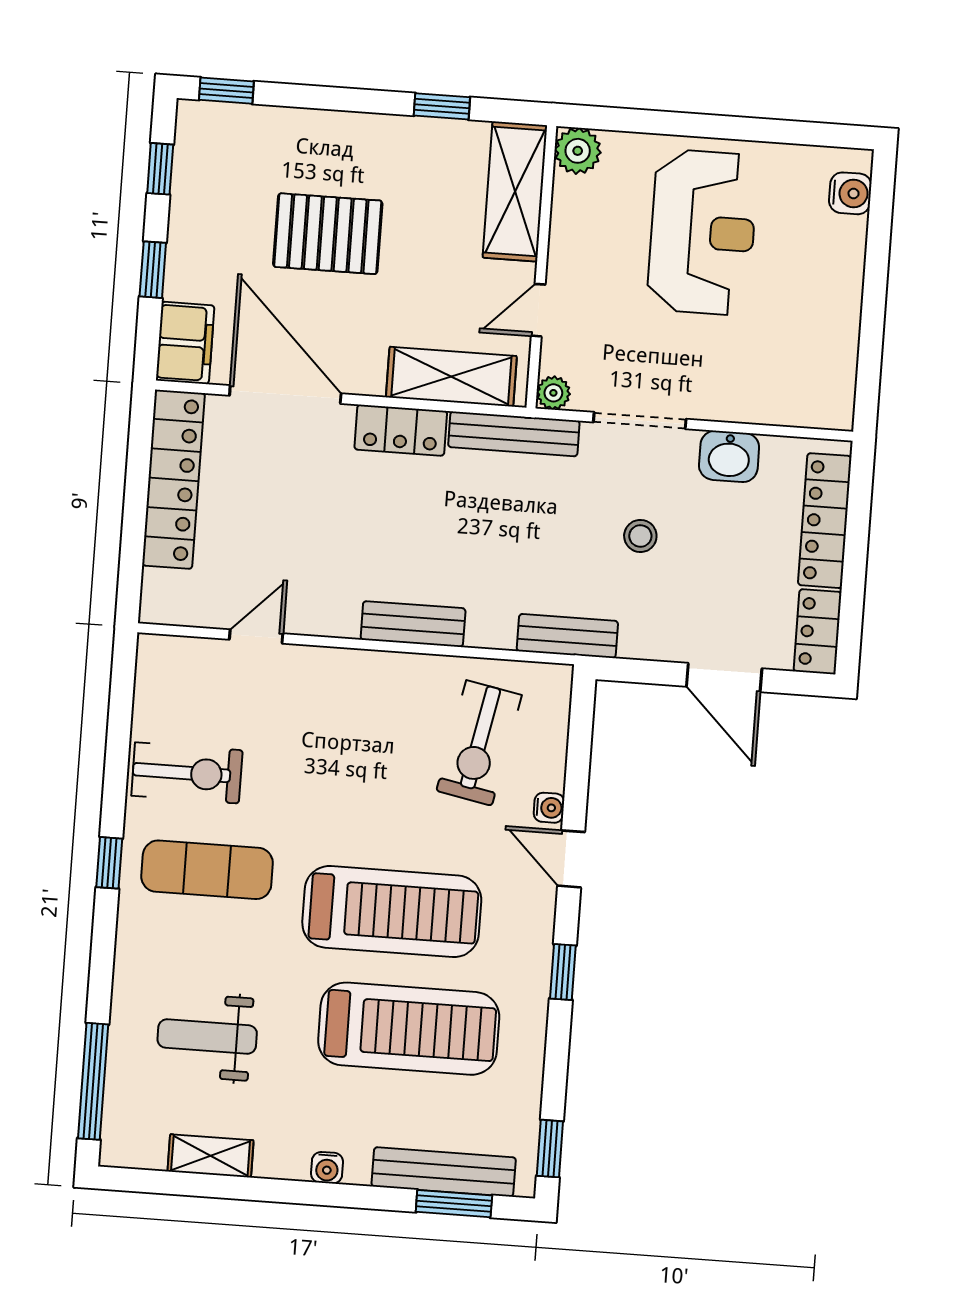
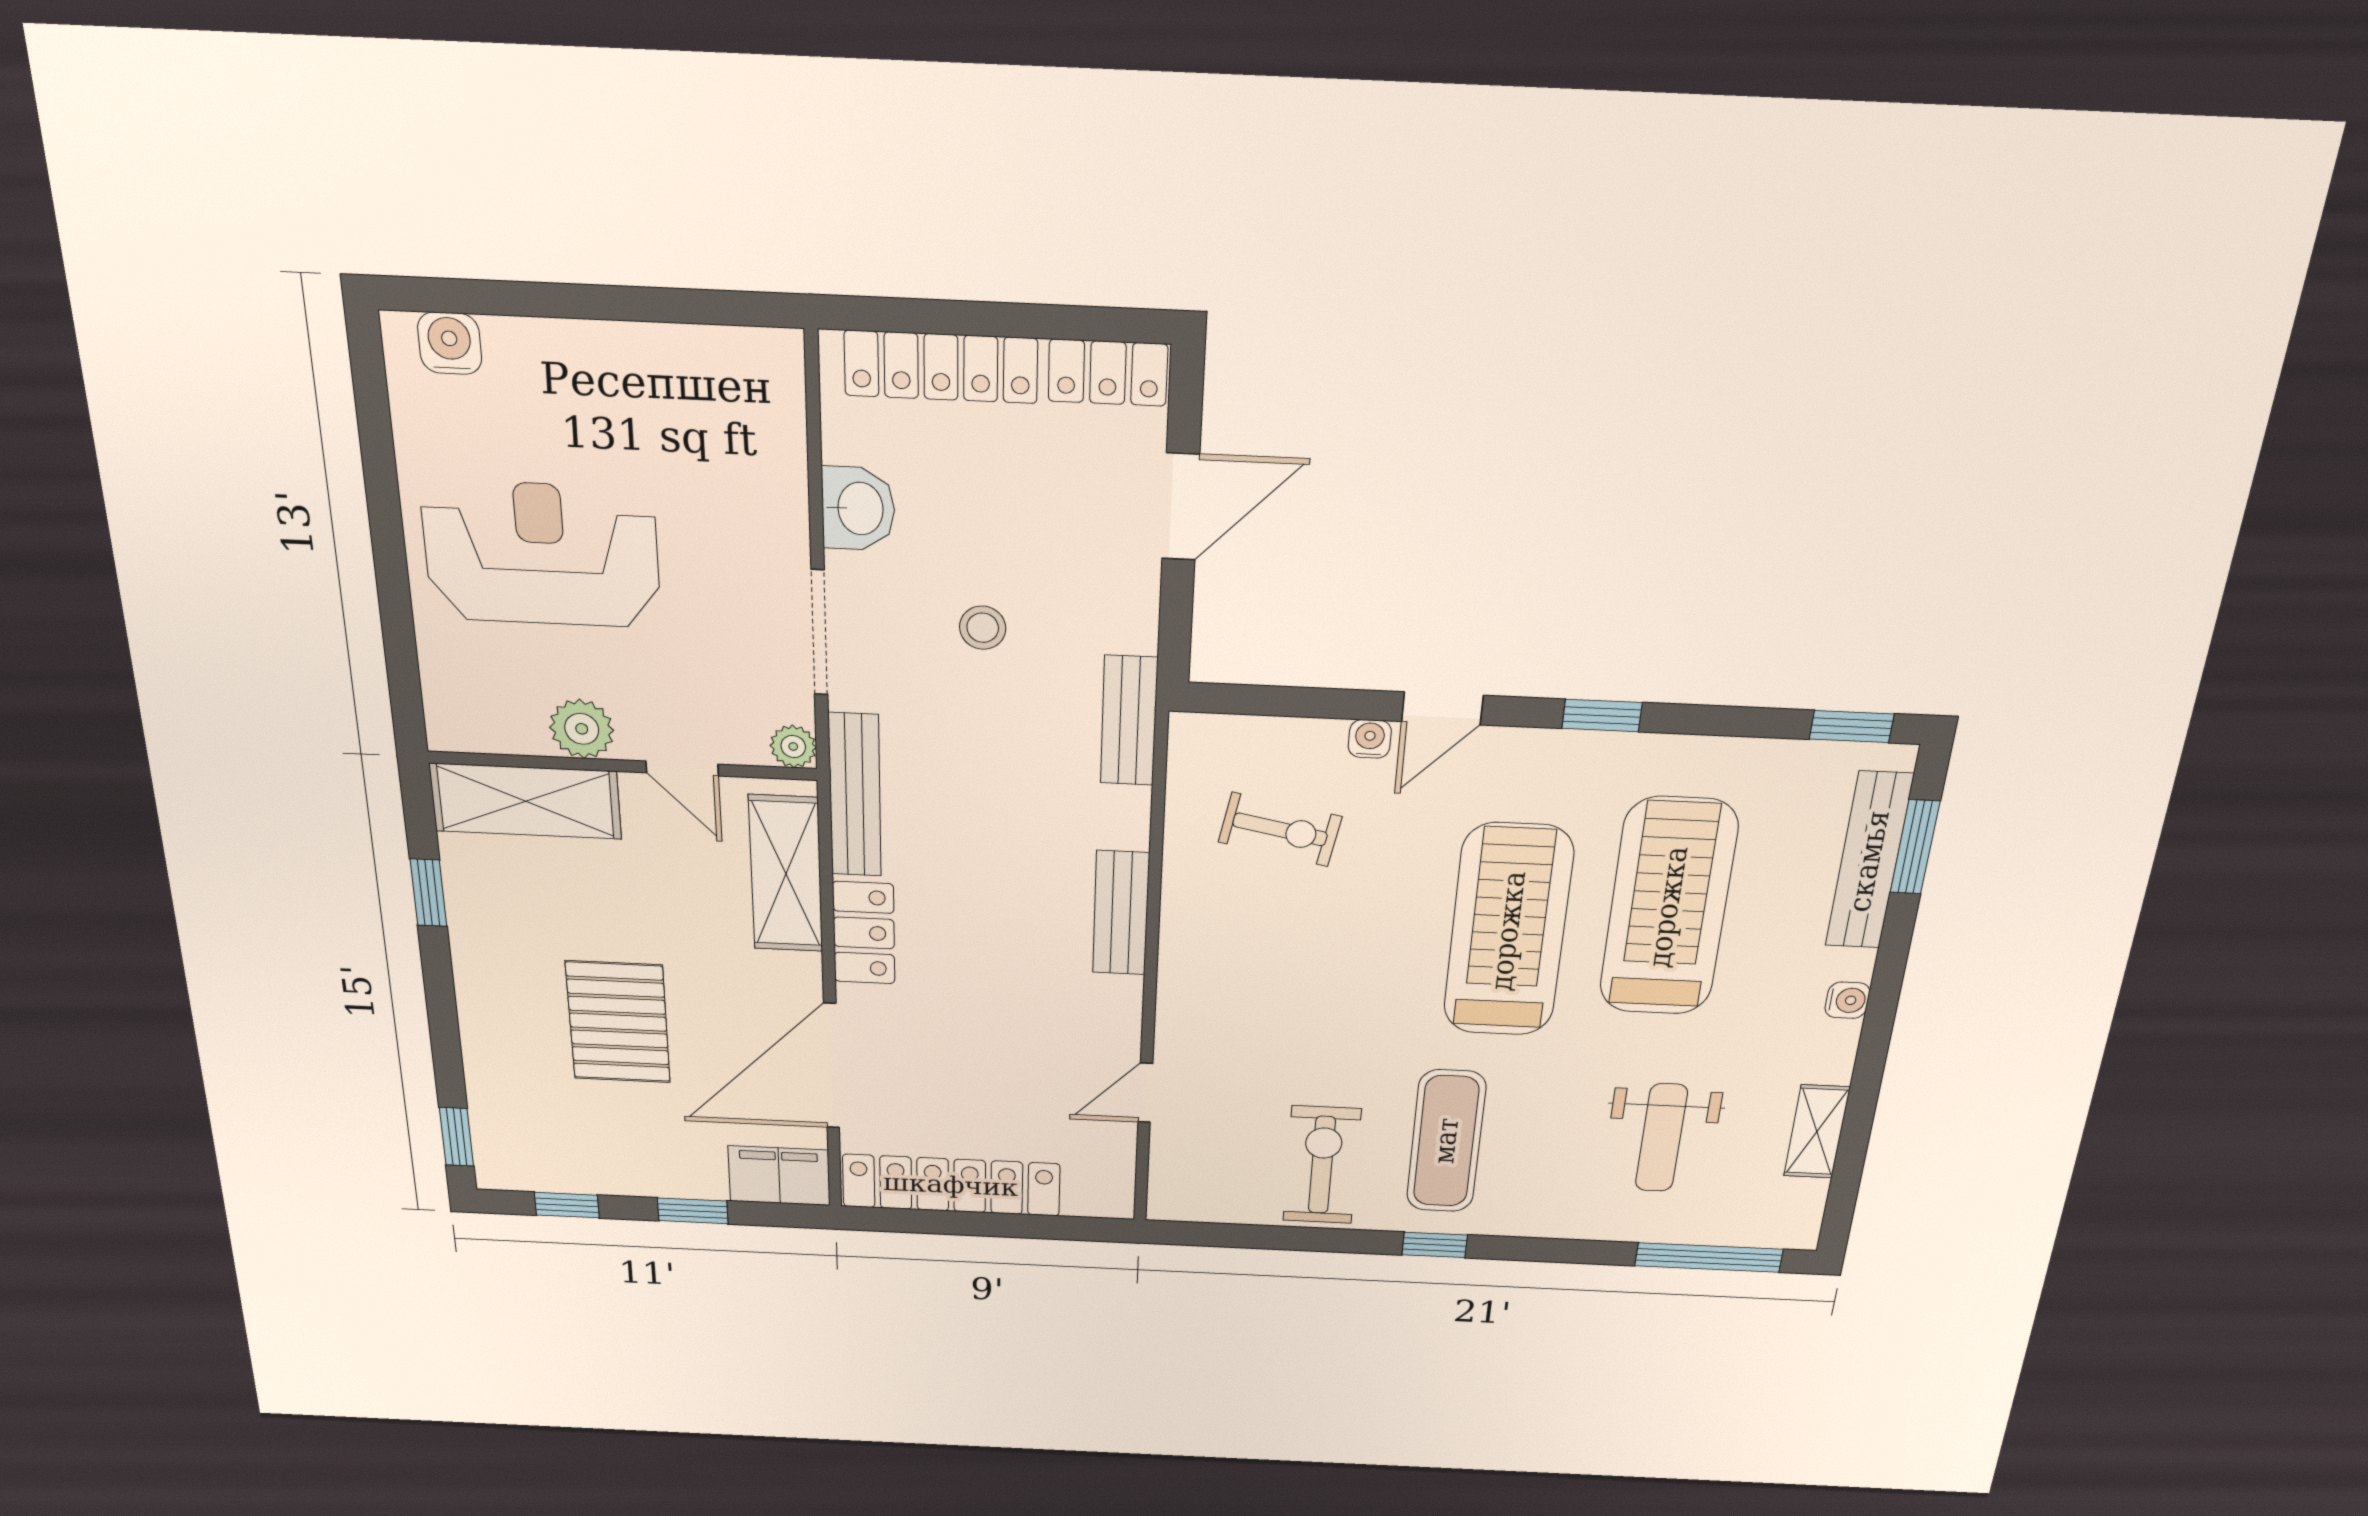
plant: (578, 151) -> (582, 729), moved
door: (256, 637) -> (1145, 1093), hinge flipped
exercise bike: (479, 743) -> (1280, 829), width x0.73, depth x0.72

